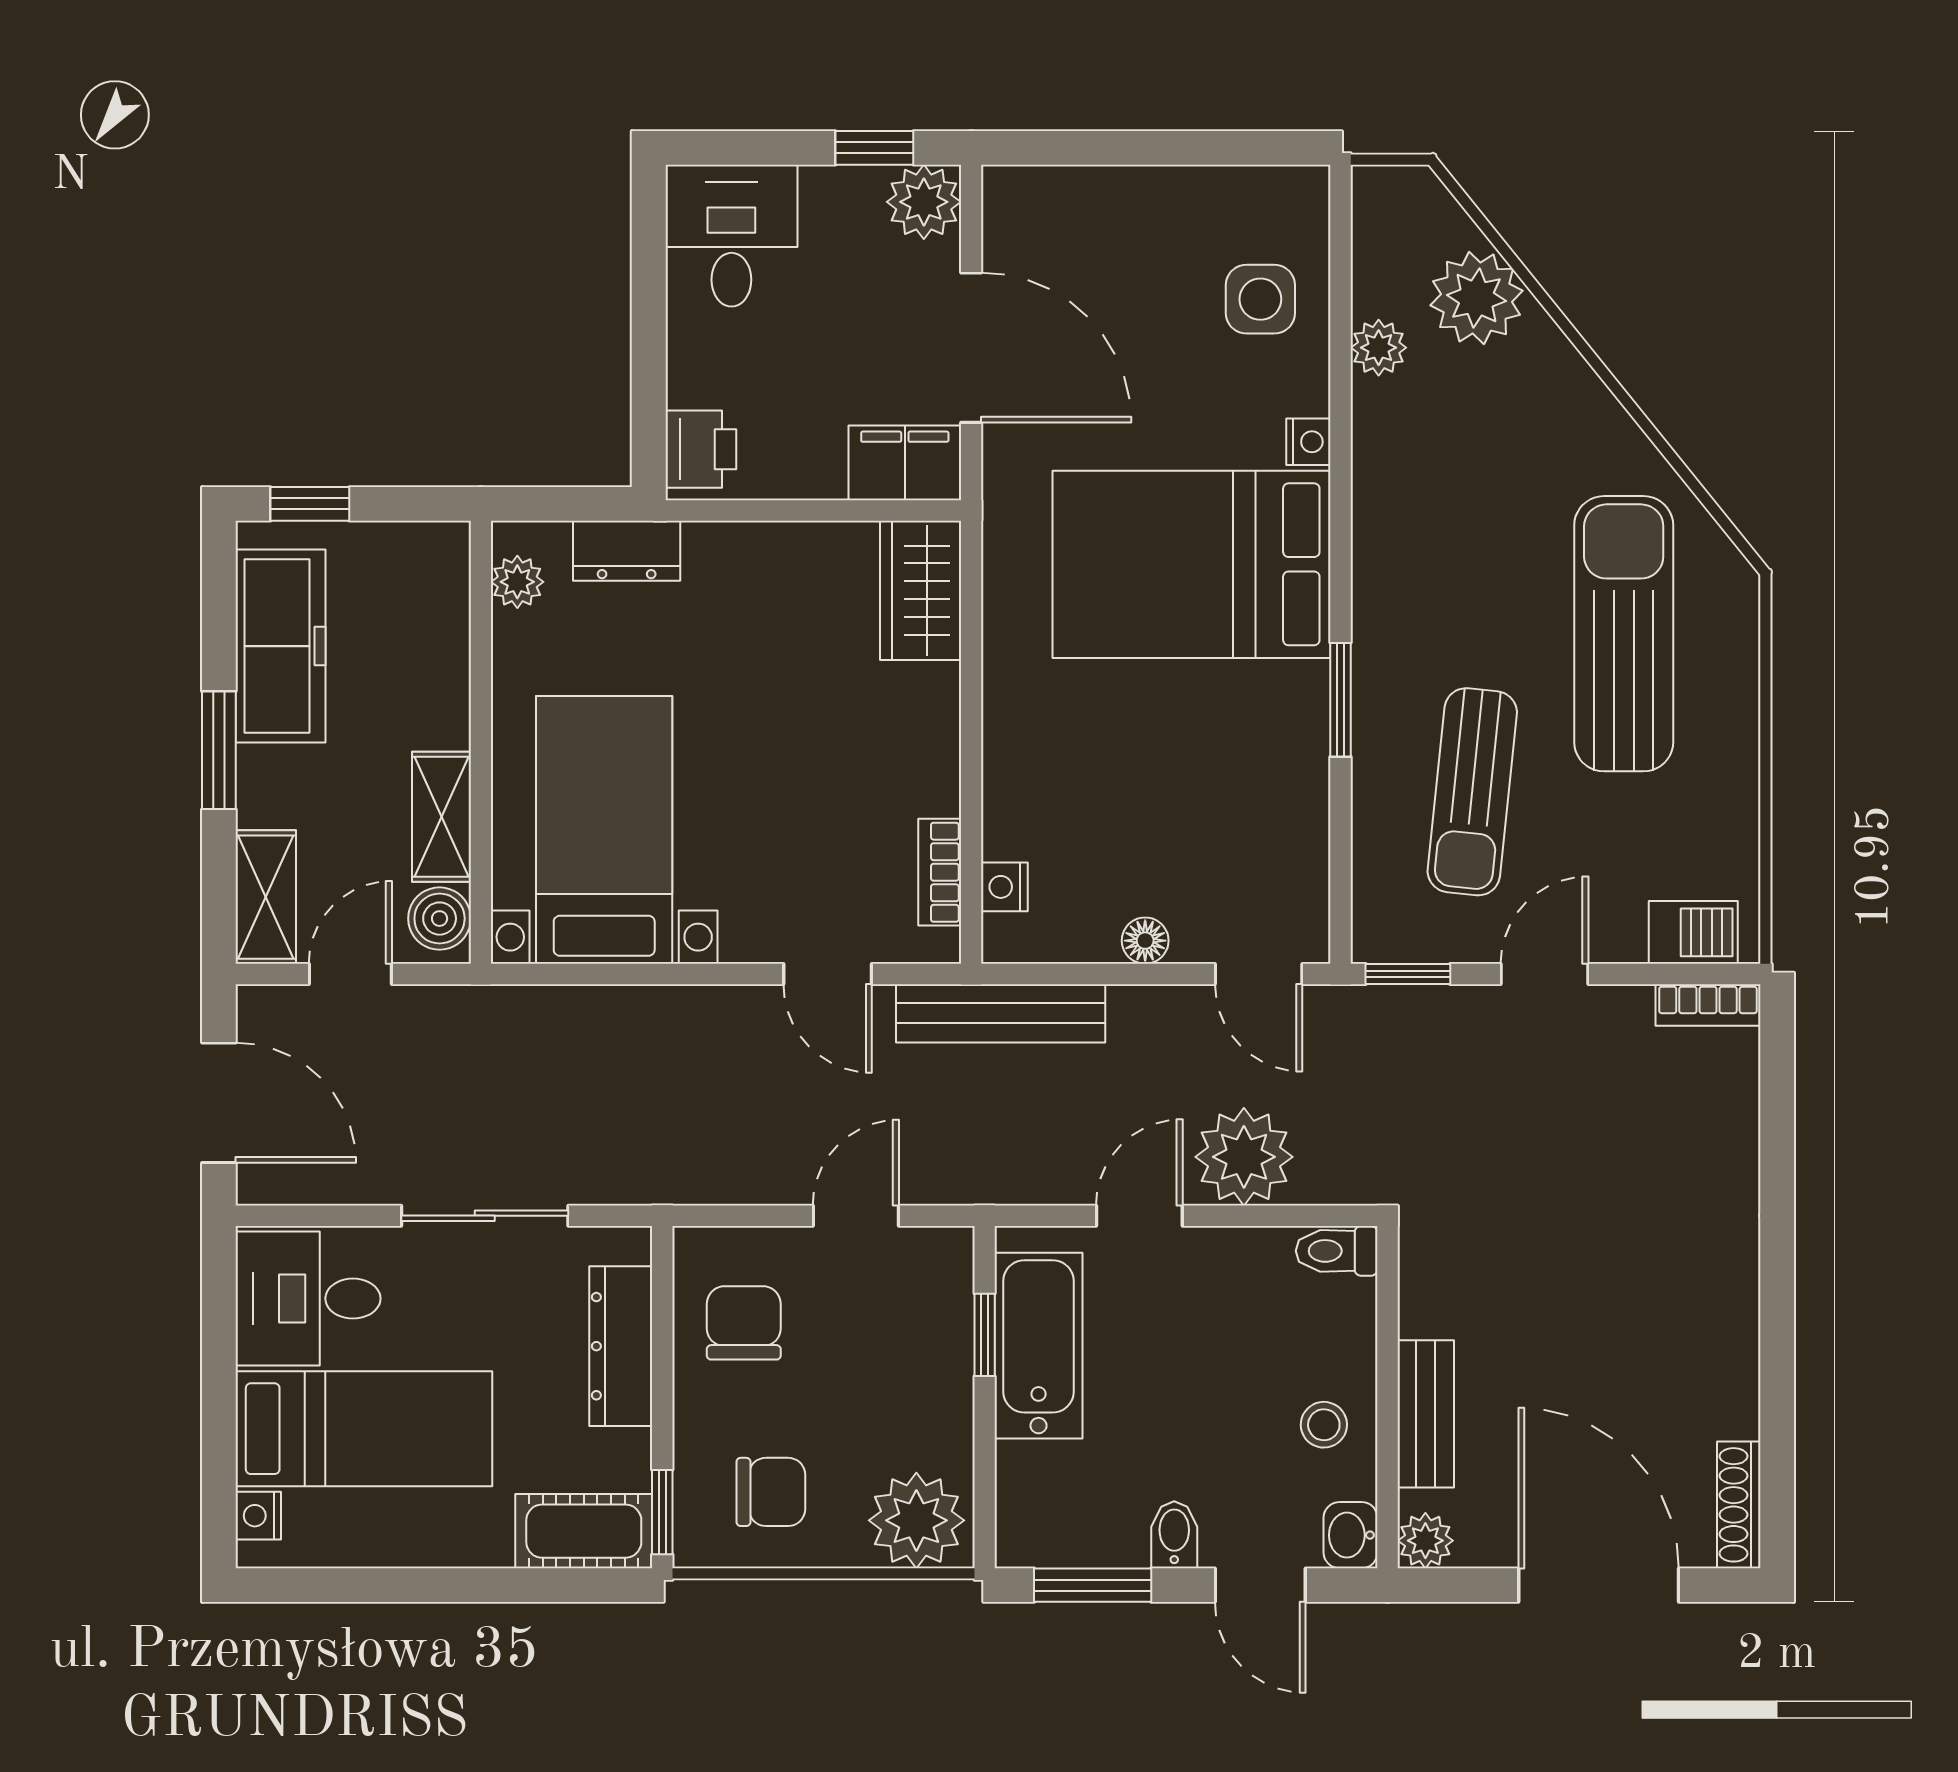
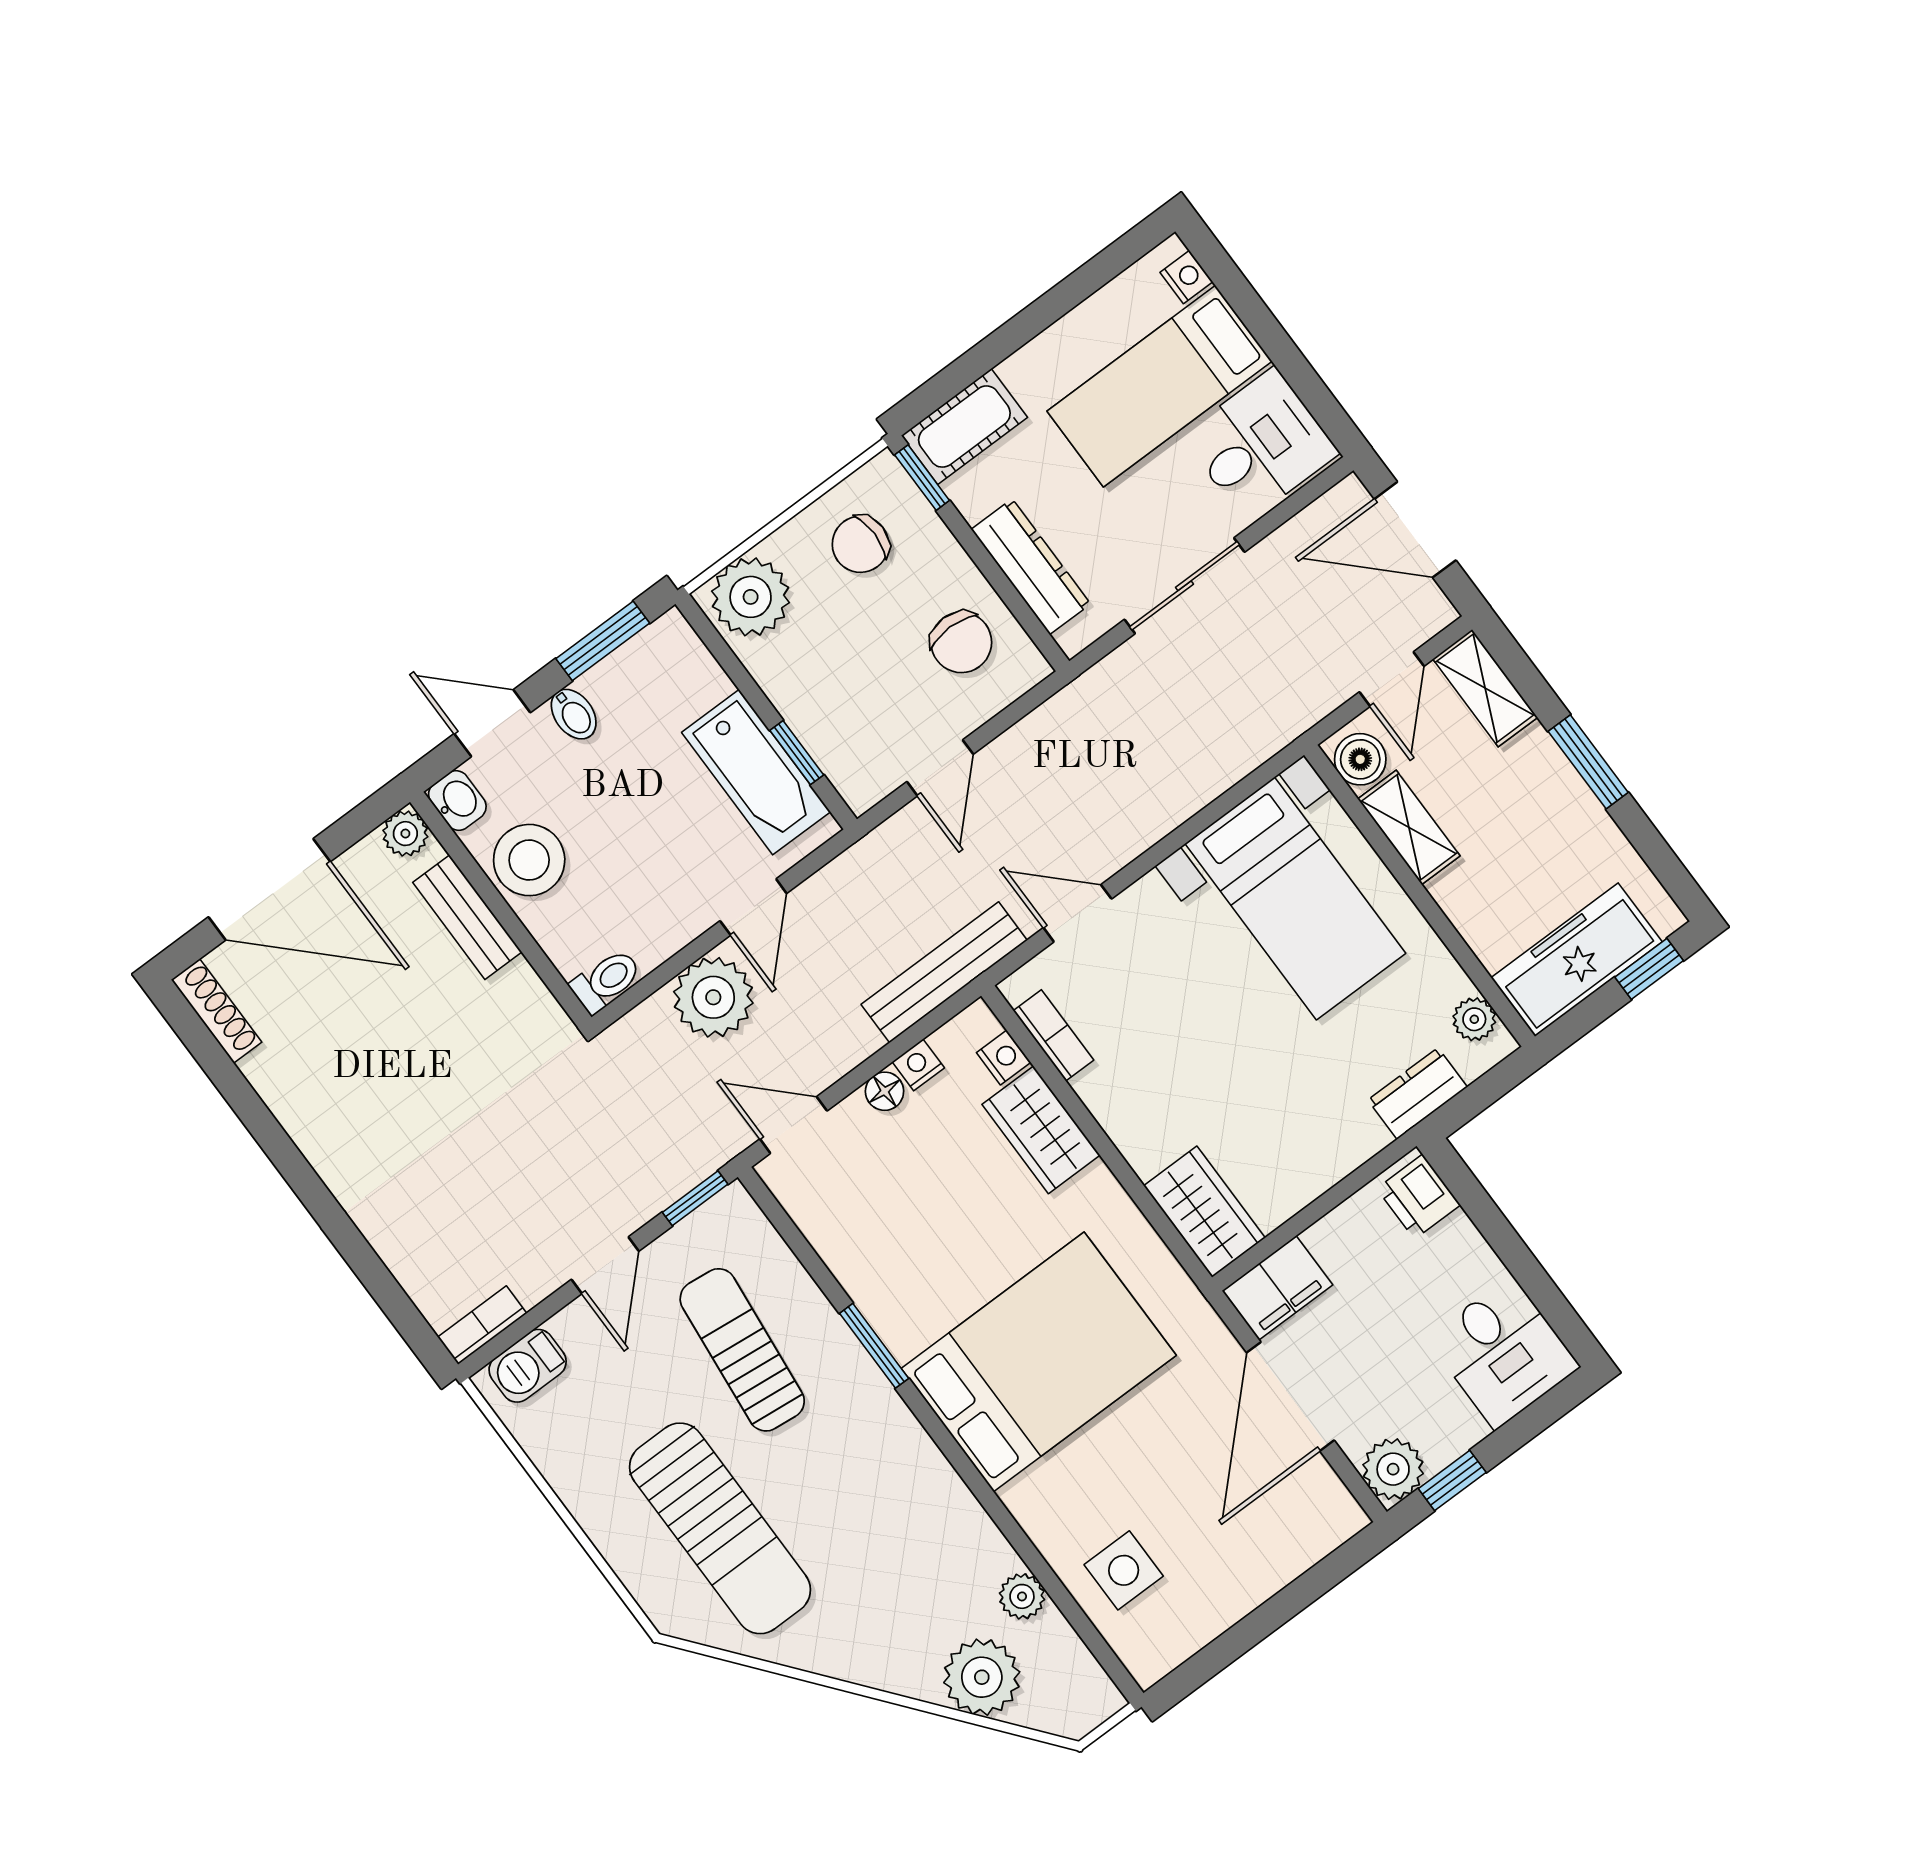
door: (971, 348) -> (1290, 1396), hinge flipped
nightstand: (1308, 442) -> (918, 1065), moved, turned 90
freezer: (281, 646) -> (1577, 960), moved, turned 90
wardrobe: (1021, 789) -> (1041, 1130), added
stool: (1324, 1425) -> (529, 860), width x1.89, depth x1.89

